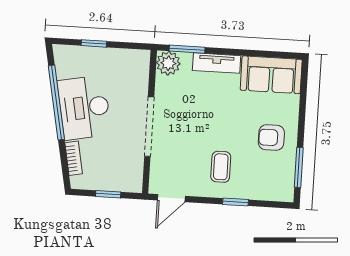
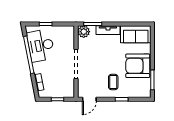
desk: (84, 108) -> (41, 45), moved
armchair: (271, 138) -> (138, 66), width x1.88, depth x1.88

